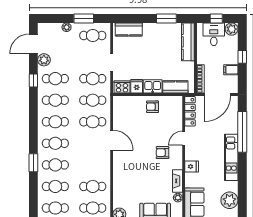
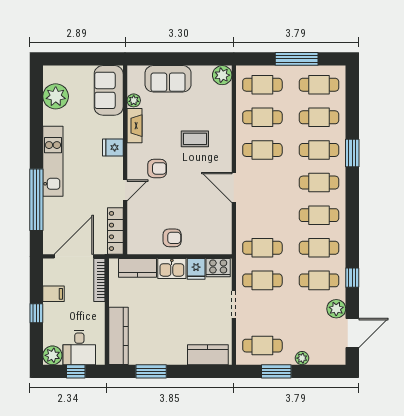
cafe table: (93, 122) -> (262, 150), moved
coffee table: (137, 172) -> (195, 139), added

